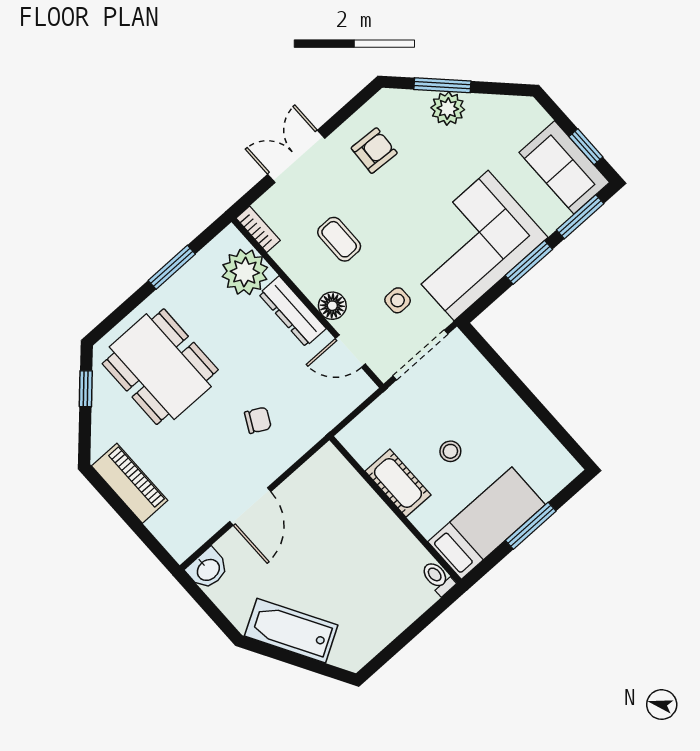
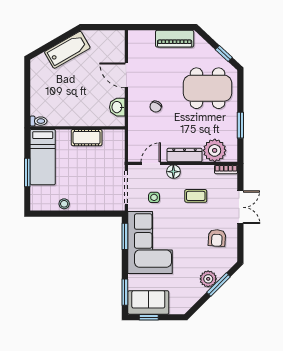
window: (529, 262) -> (125, 236), moved
stool: (450, 451) -> (64, 204), moved
washbasin: (208, 569) -> (117, 107), moved

